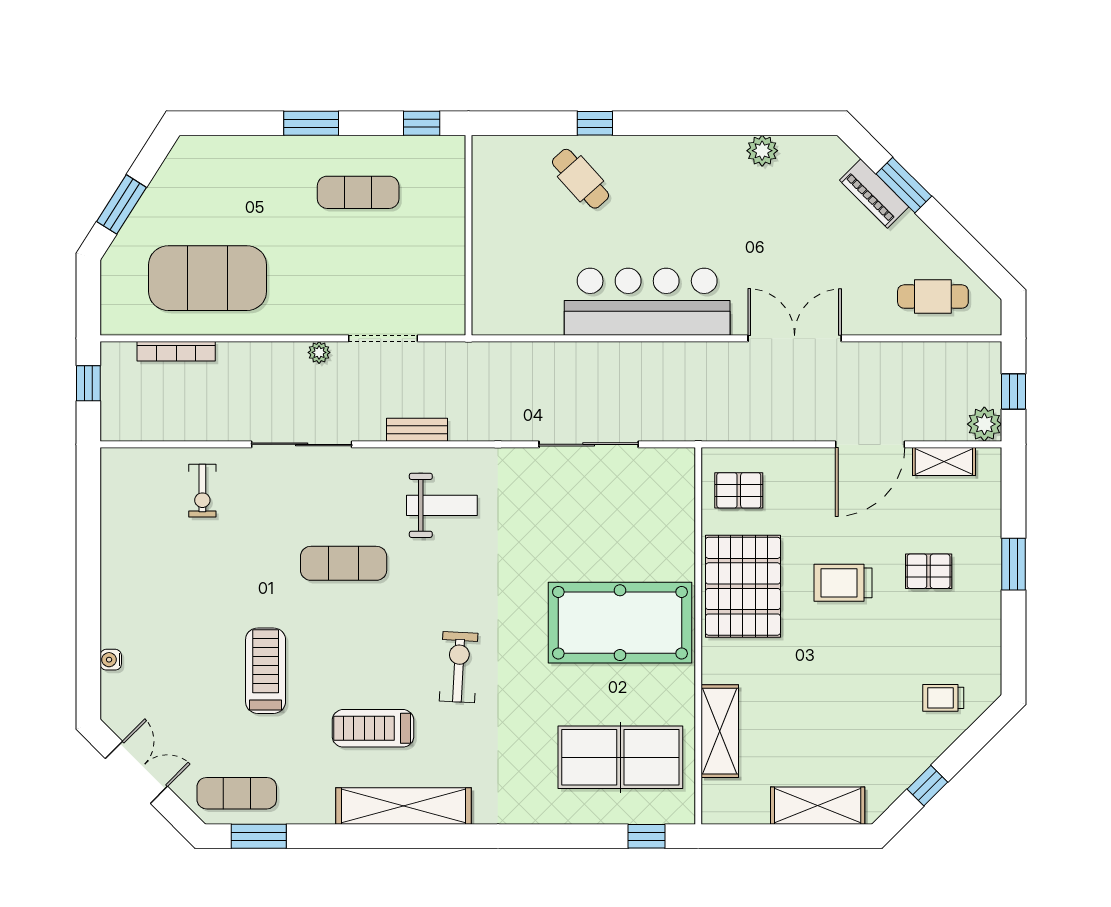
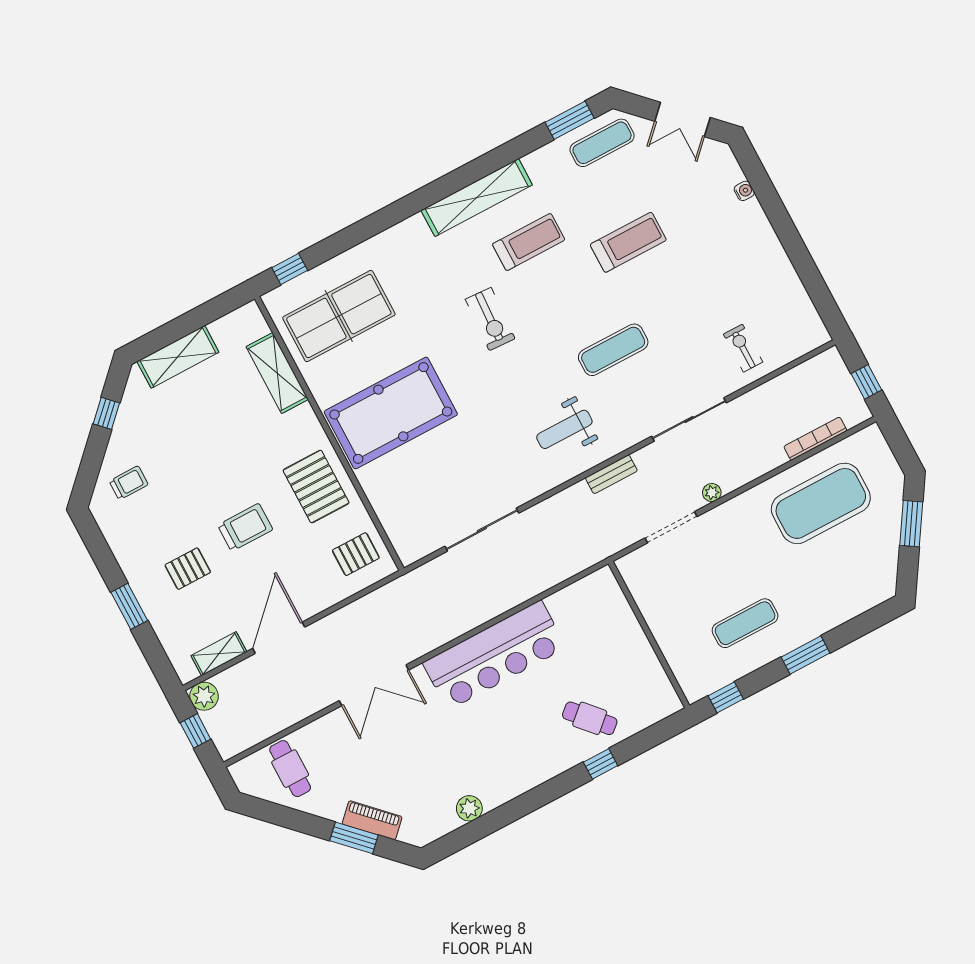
cafe table: (933, 297) -> (290, 769), turned 90
pallet: (743, 586) -> (316, 487), width x0.73, depth x0.71
treadmill: (266, 671) -> (628, 242), turned -90

